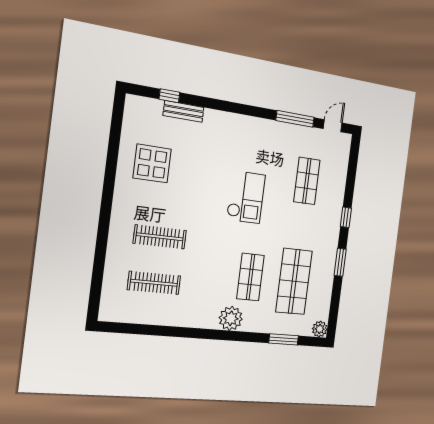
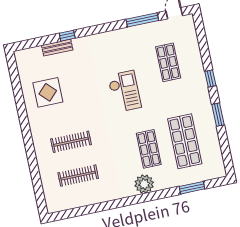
window: (169, 96) -> (67, 36), moved
plant: (320, 329) -> (219, 171), removed

